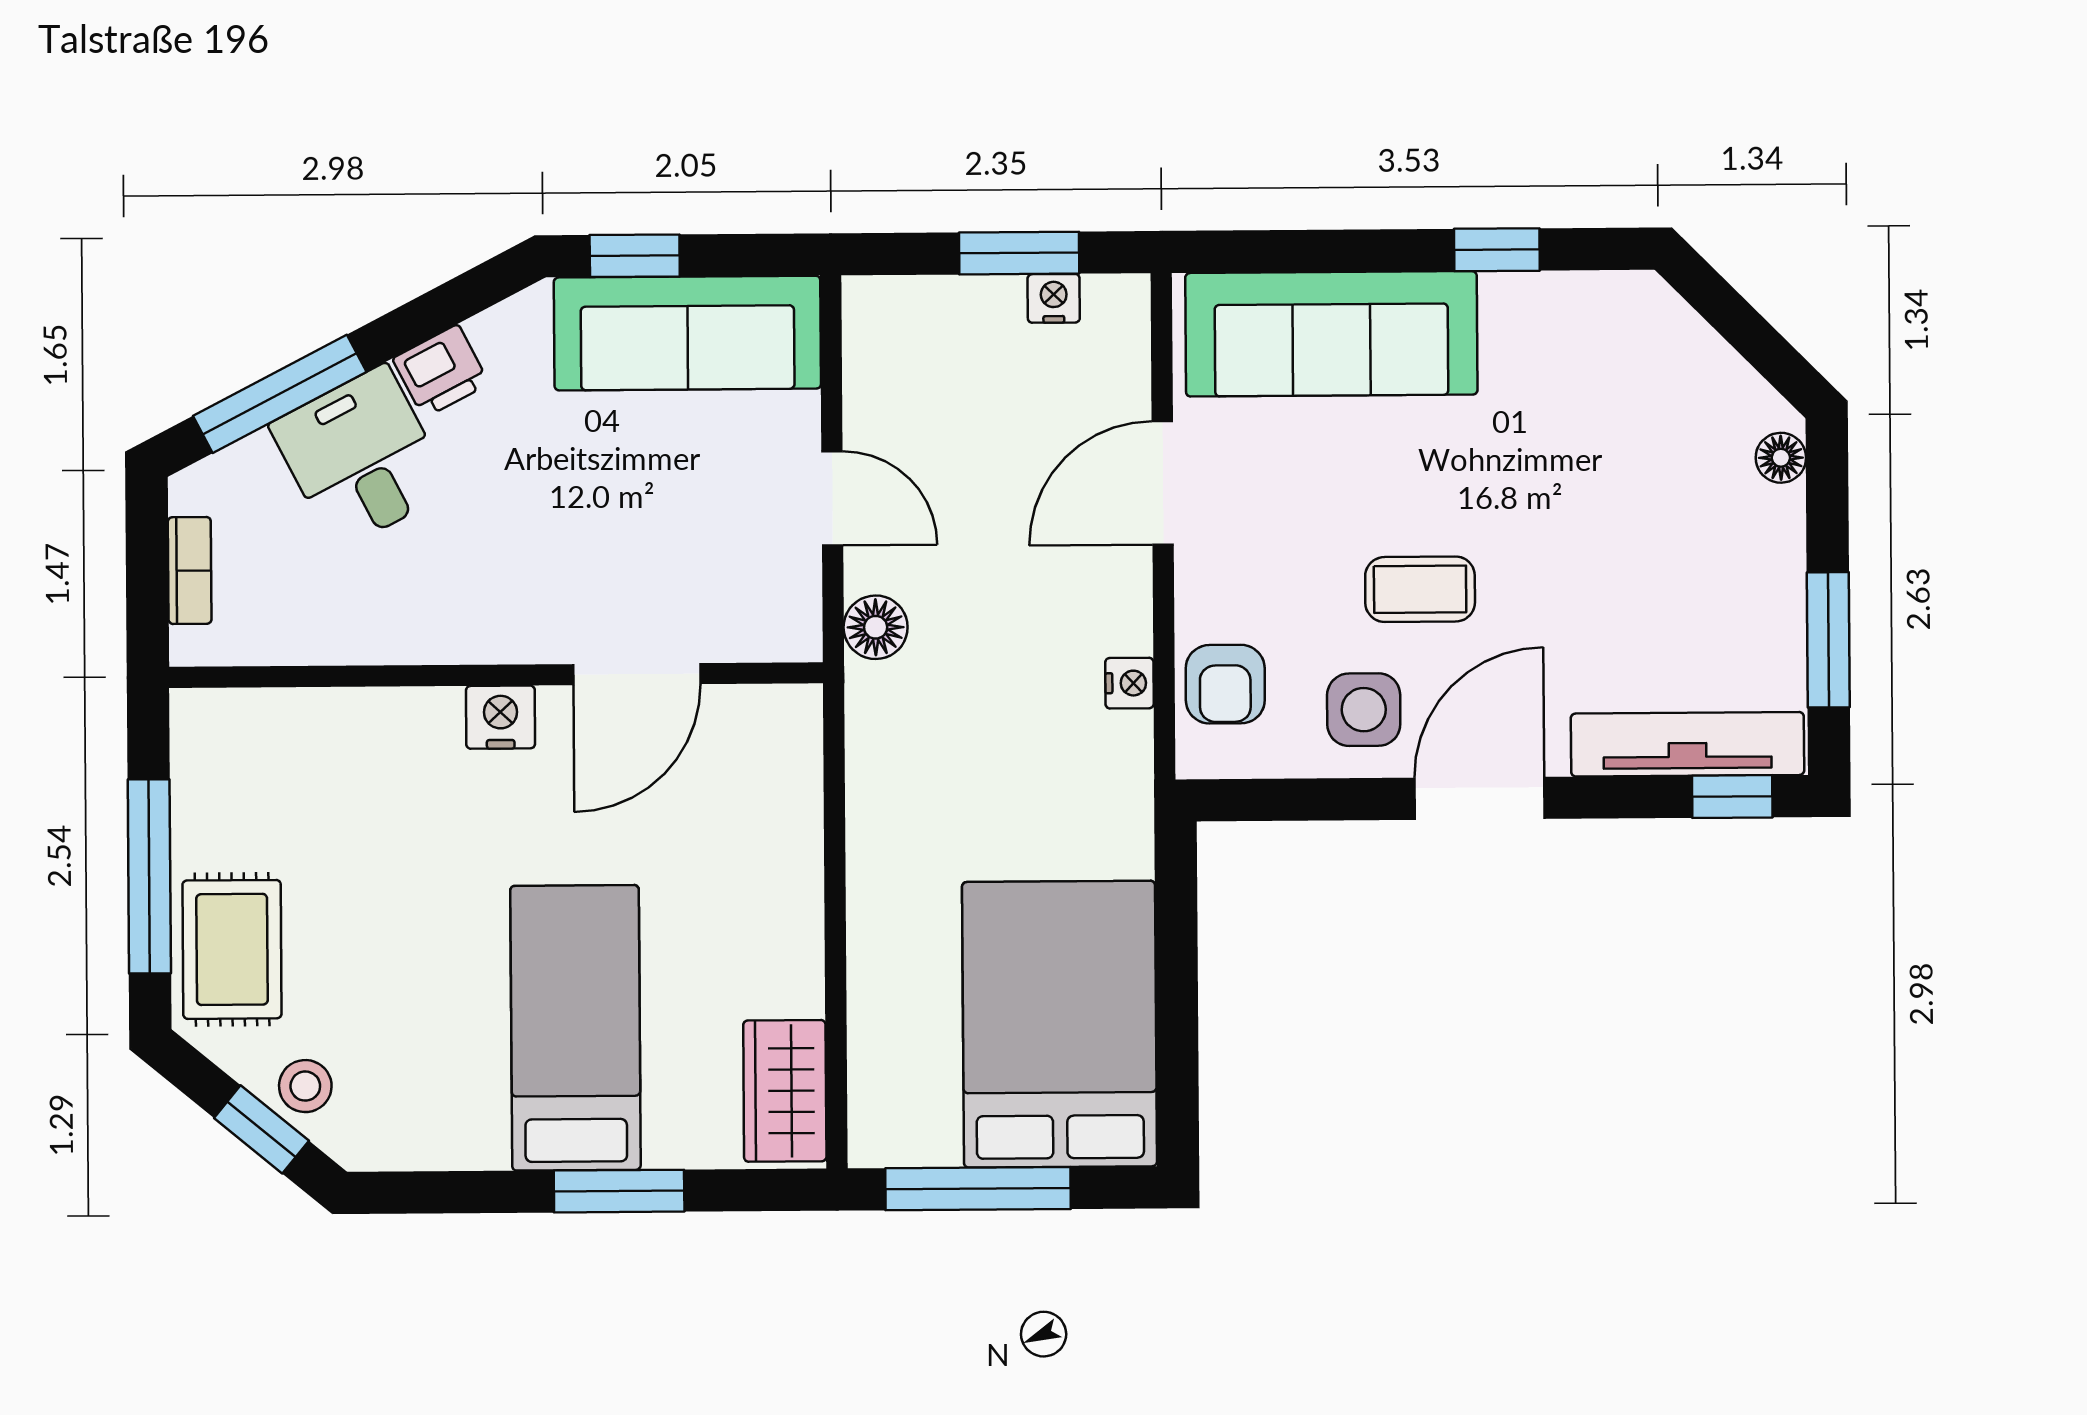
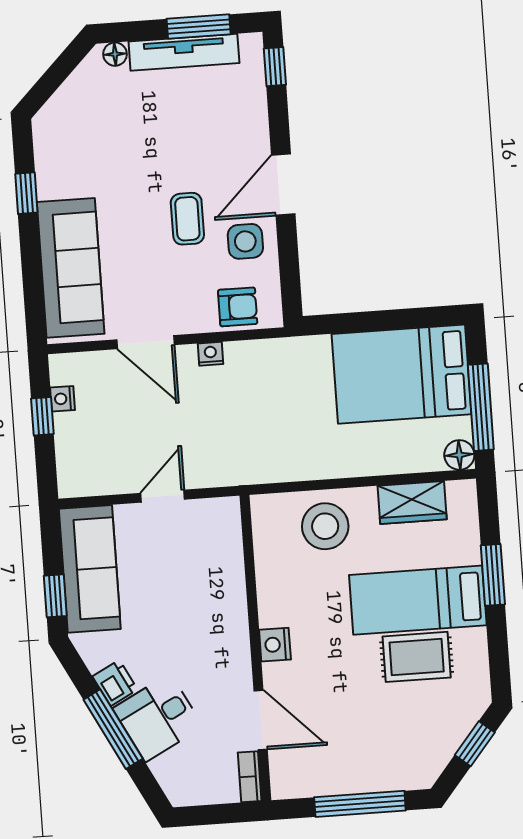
window: (1019, 253) -> (42, 416), width x0.67
window: (280, 394) -> (113, 729), moved
bookcase: (190, 570) -> (250, 777), moved, turned -90
floor lamp: (876, 627) -> (459, 455), moved
door: (637, 674) -> (261, 720), moved
nightstand: (1130, 683) -> (210, 354), moved
tv unit: (1688, 744) -> (184, 52), moved, turned -90
door: (1480, 798) -> (283, 185), hinge flipped
rug: (232, 949) -> (417, 657), moved
stool: (305, 1086) -> (325, 526), moved, width x1.89, depth x1.89
wardrobe: (785, 1091) -> (412, 502), moved

